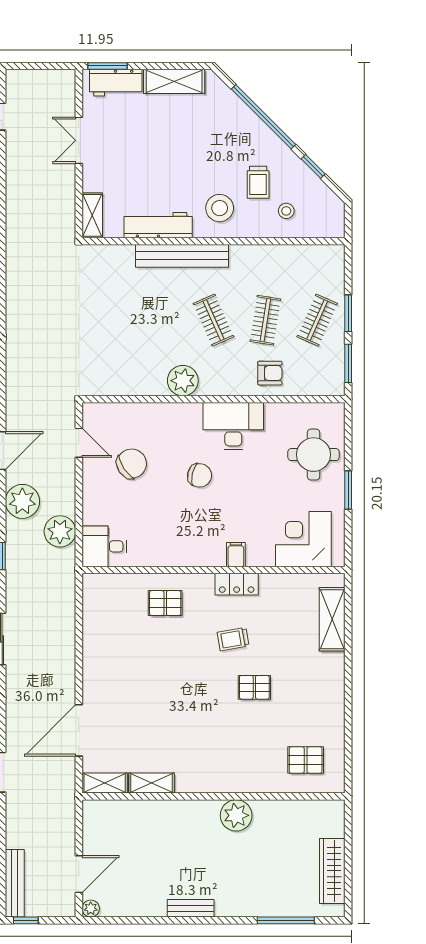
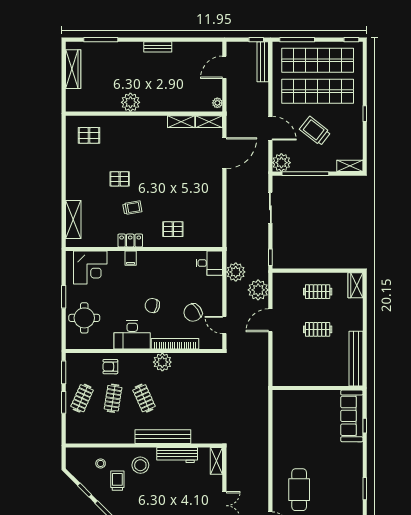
bookcase: (162, 411) -> (175, 344), added
plant: (91, 909) -> (217, 103), moved

